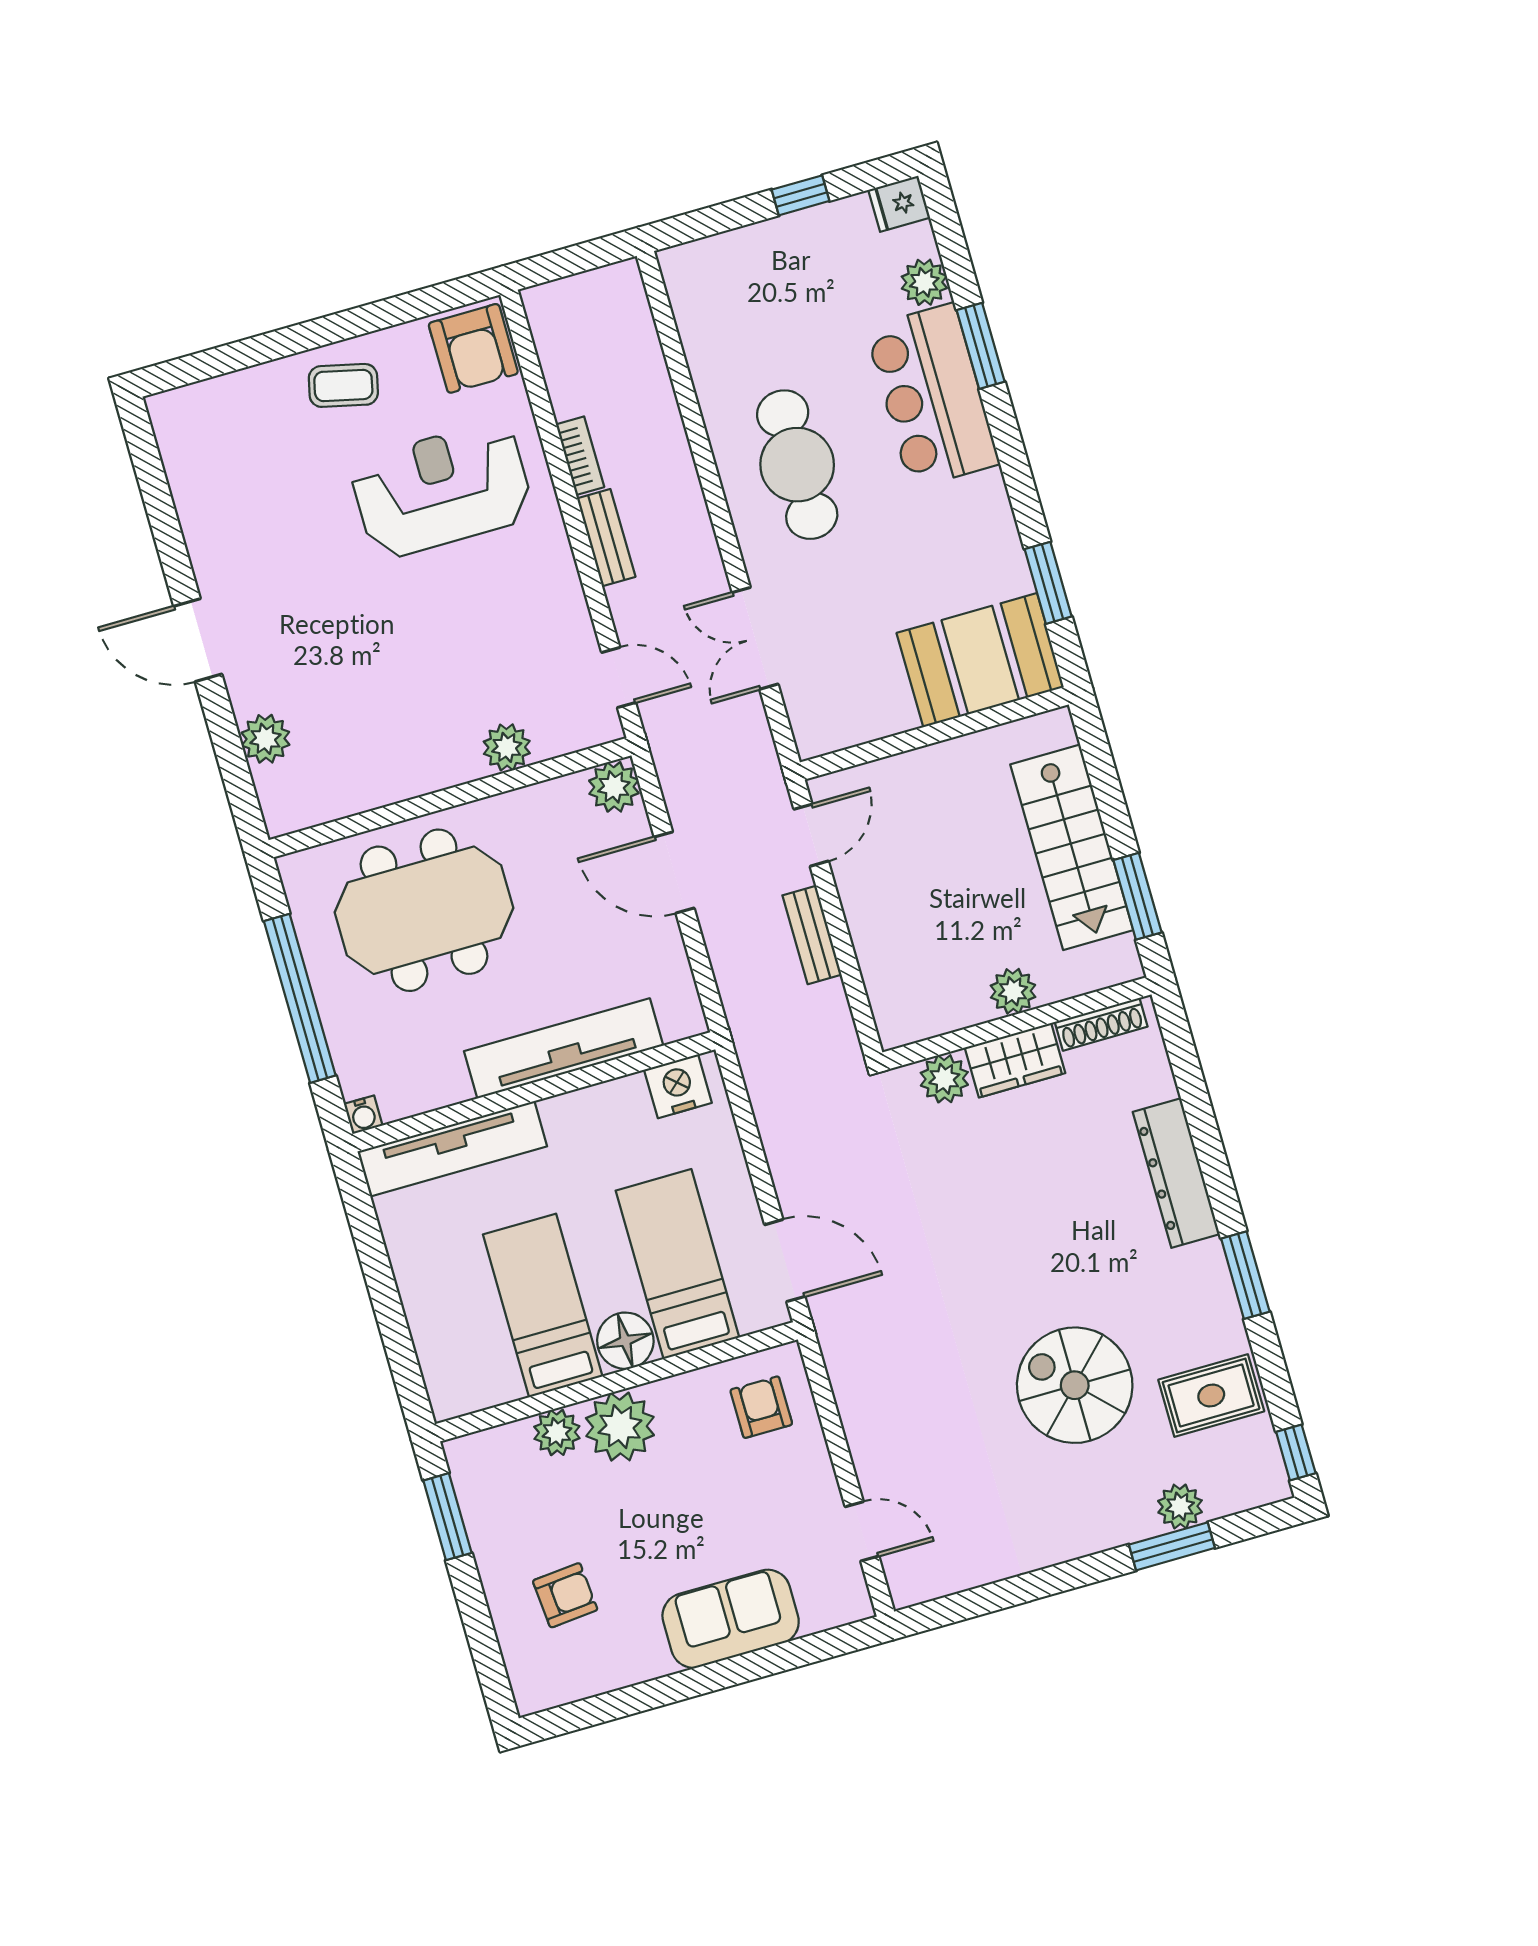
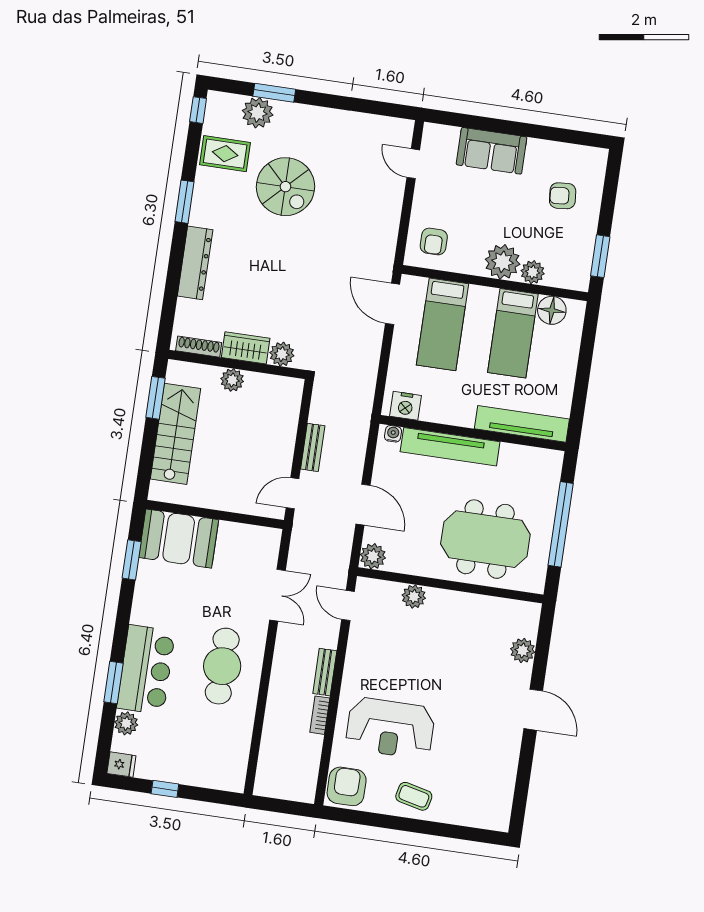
water cooler: (363, 1115) -> (393, 434), moved
floor lamp: (625, 1341) -> (552, 310), moved
plant: (1180, 1506) -> (258, 113), width x1.36, depth x1.36

